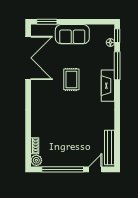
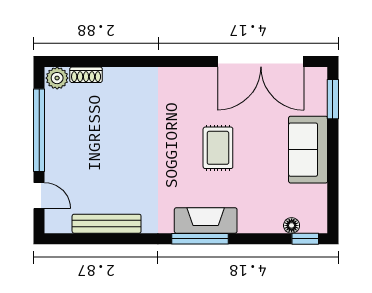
window: (117, 66) -> (200, 239), moved
rug: (71, 79) -> (218, 148), turned 90
bench: (110, 148) -> (107, 224), moved

